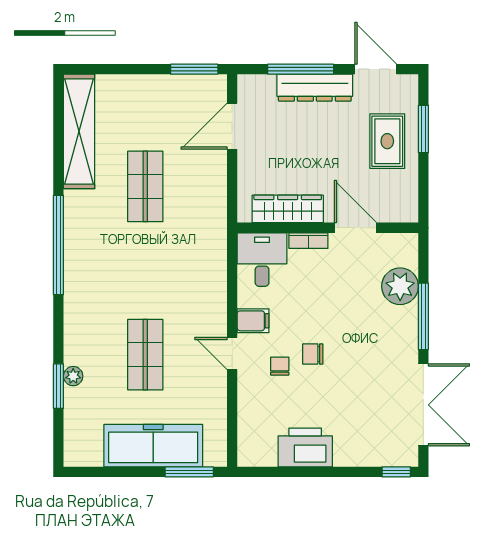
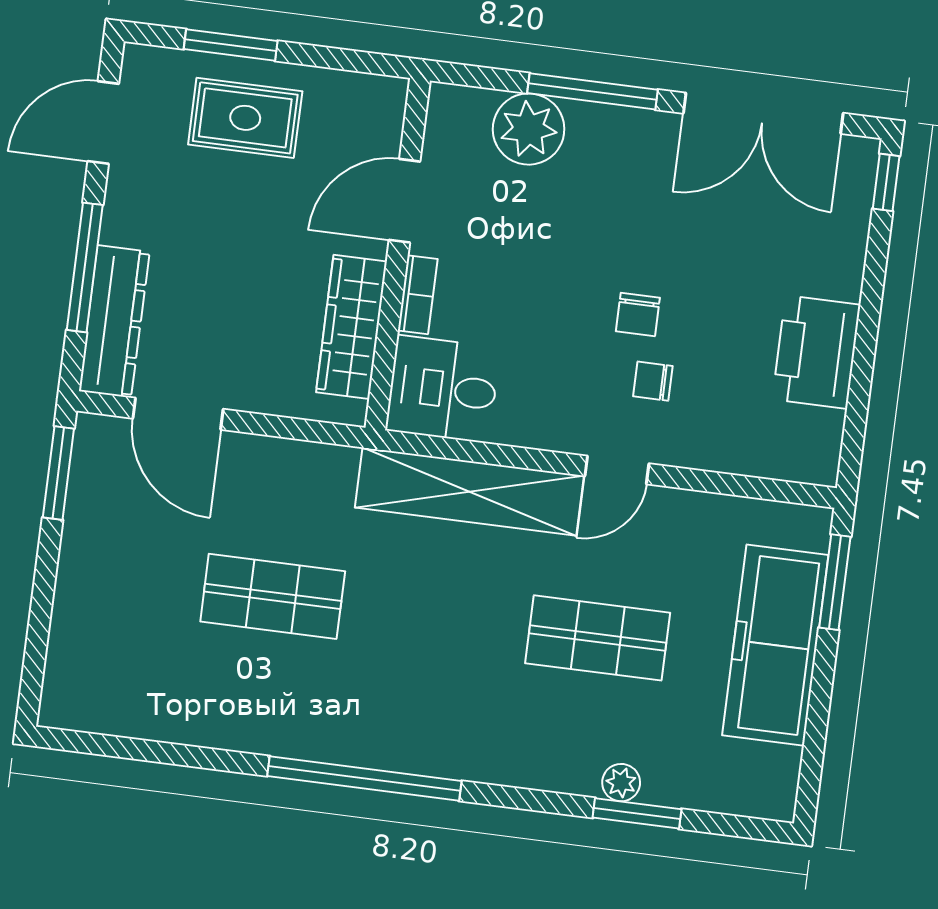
dresser: (315, 88) -> (114, 321), moved
shelving: (79, 131) -> (469, 492), moved
filing cabinet: (253, 321) -> (559, 421), removed
double door: (423, 405) -> (763, 113), swing flipped

